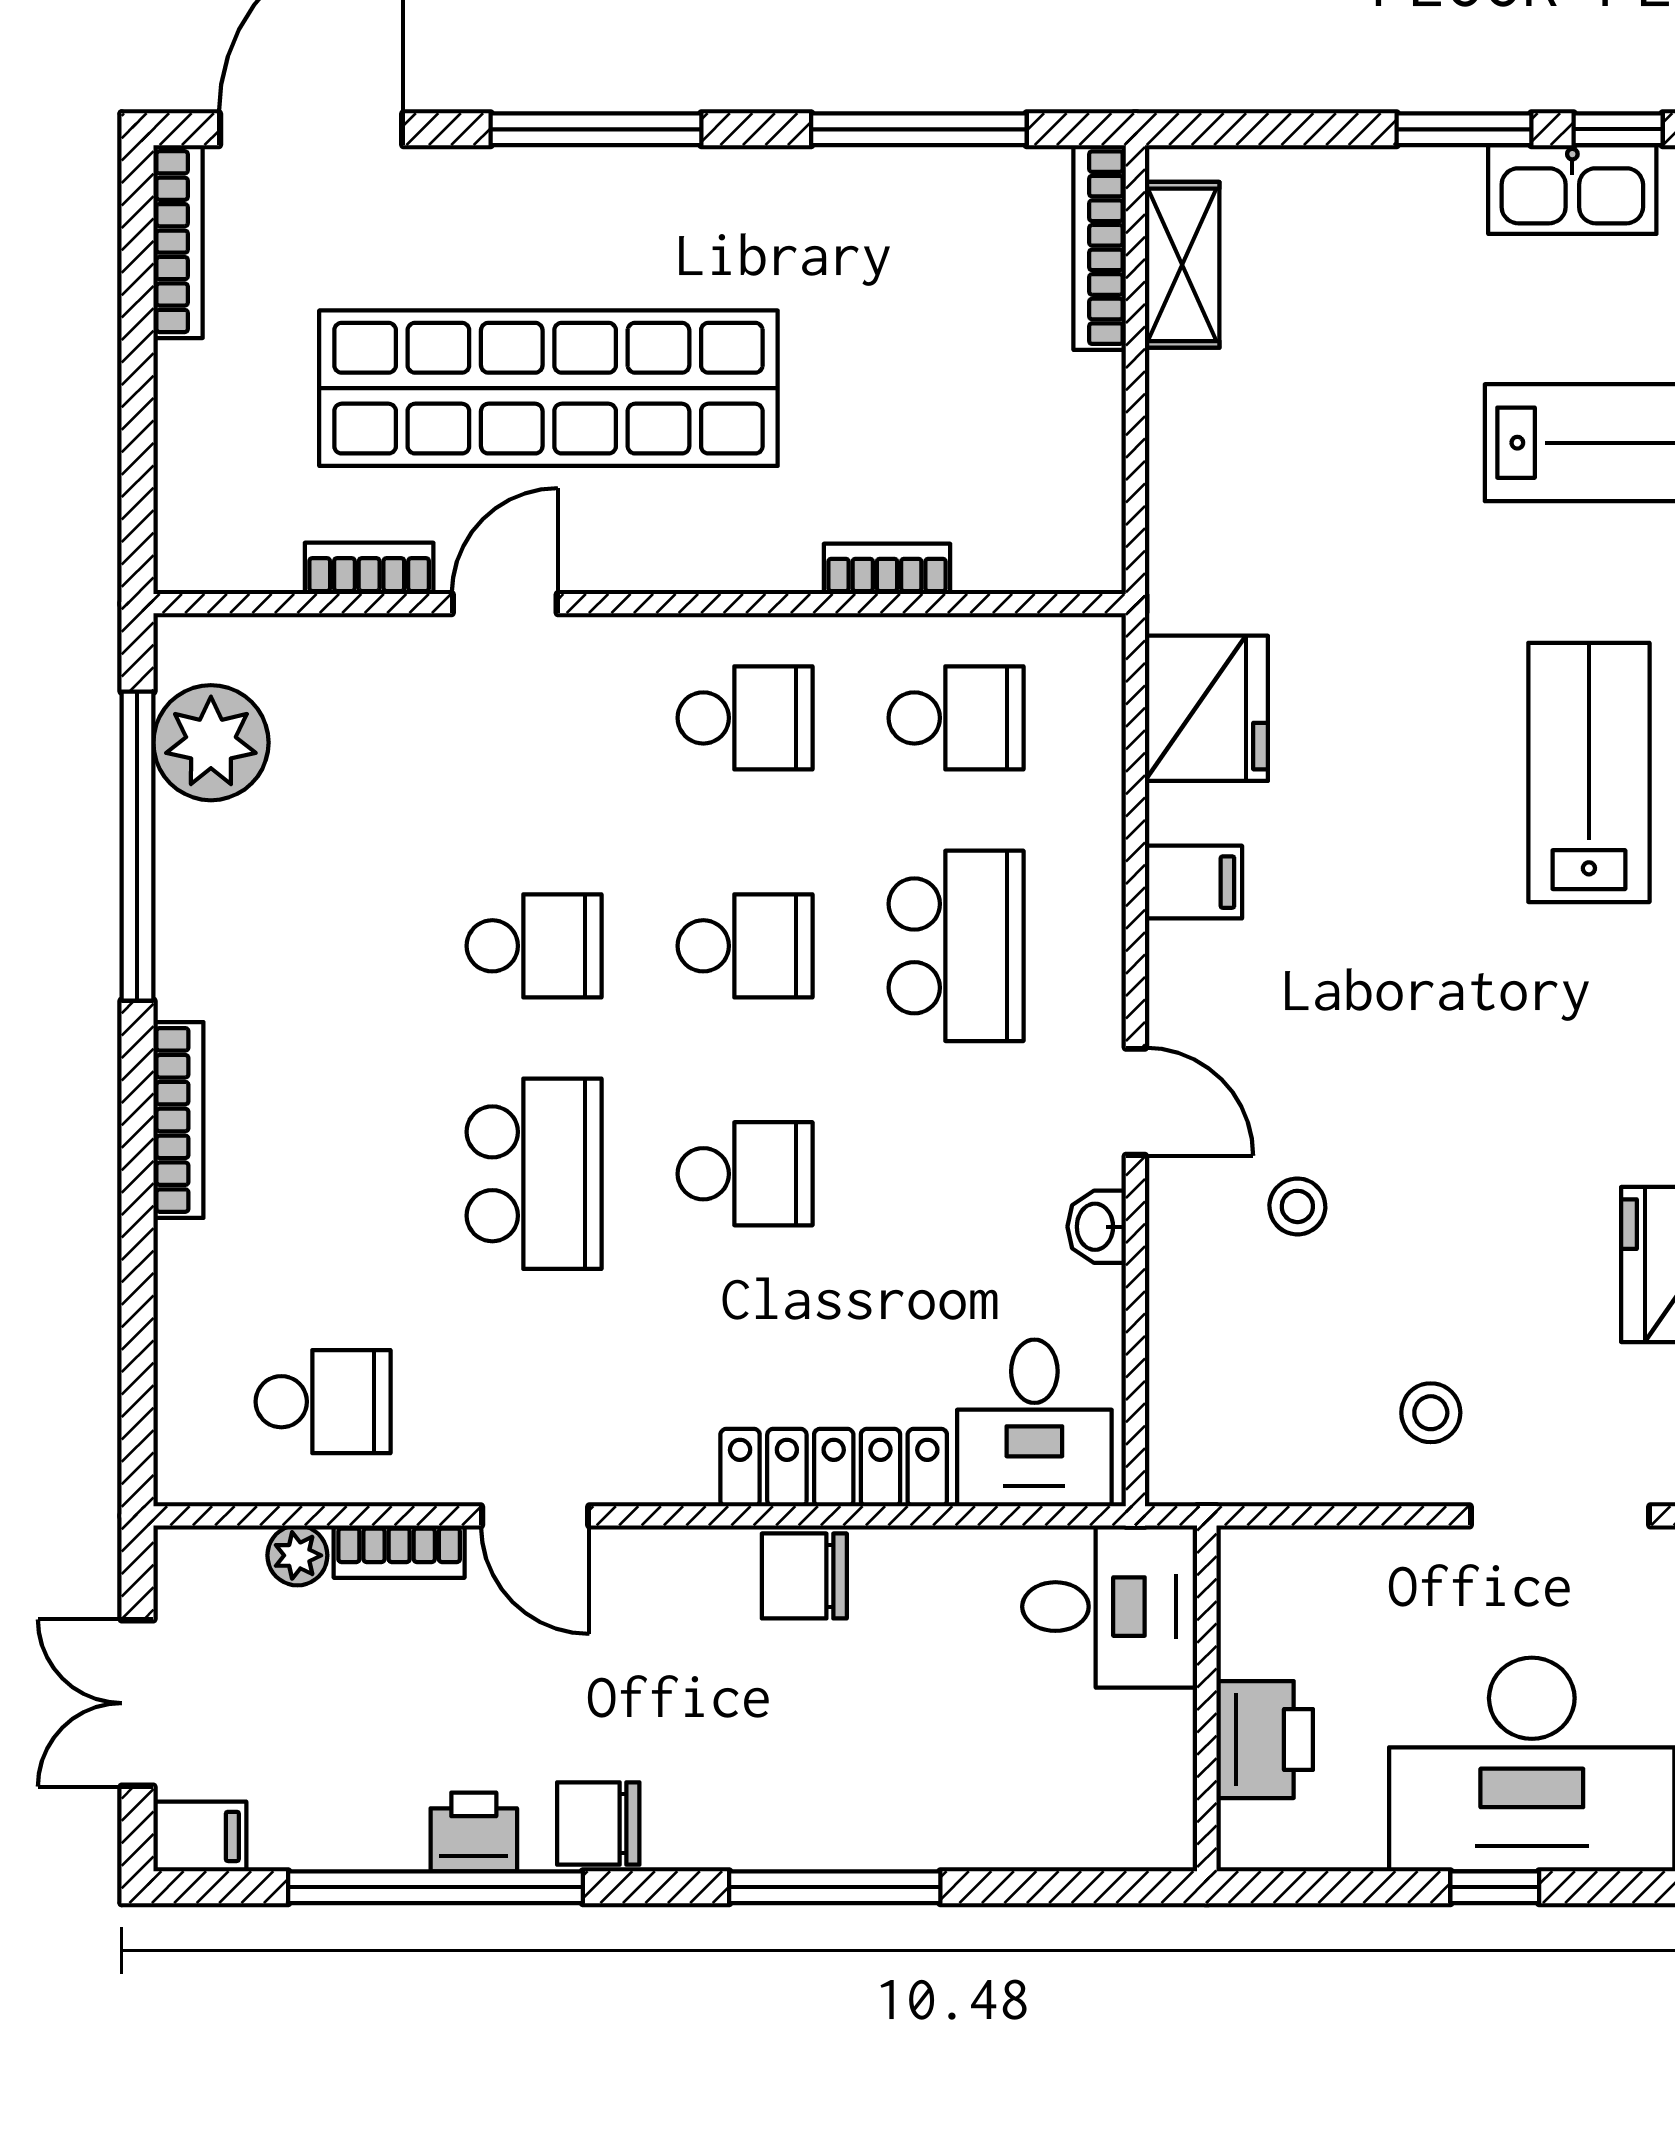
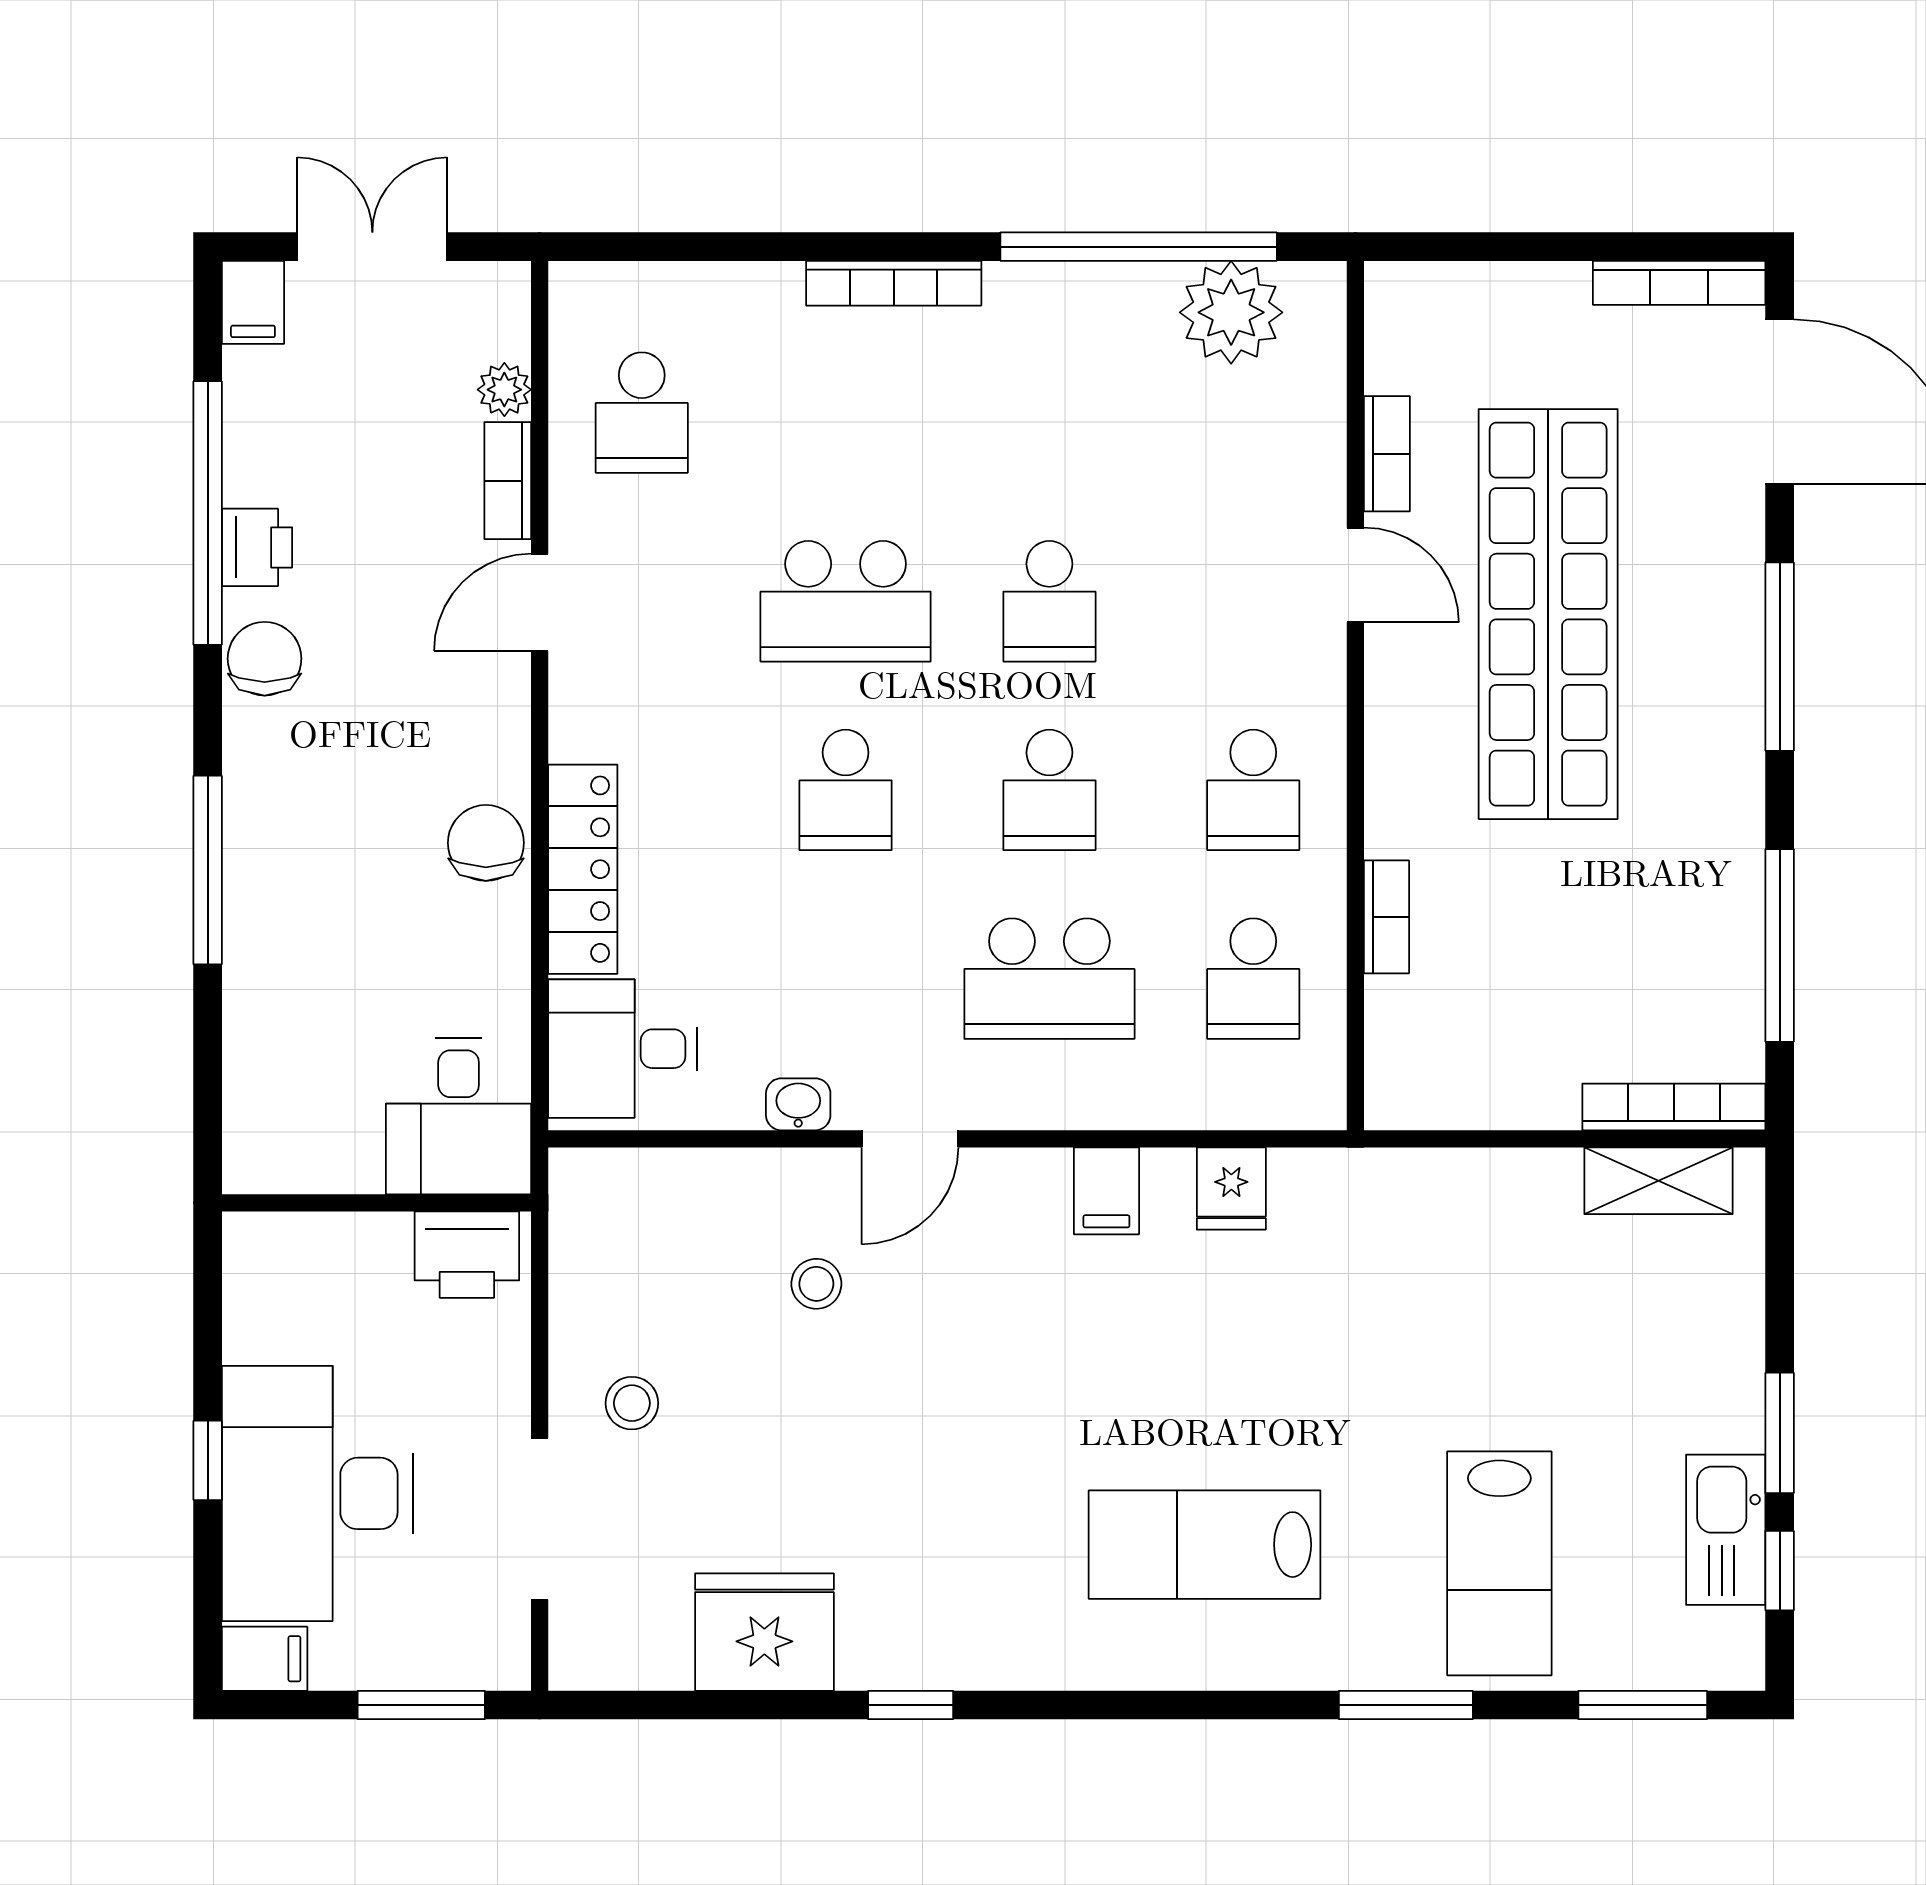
fridge: (1206, 708) -> (1231, 1189), width x0.53, depth x0.75
lab bench: (1589, 772) -> (1204, 1545), turned 180
printer: (1265, 1740) -> (467, 1255), moved

